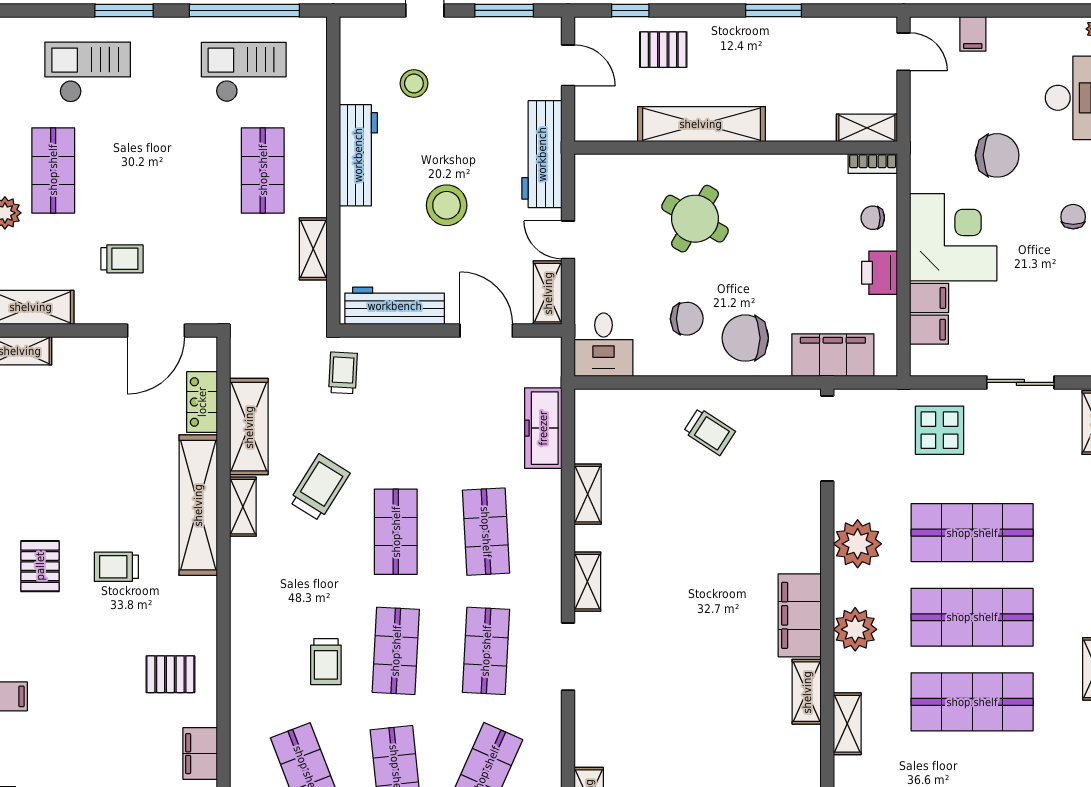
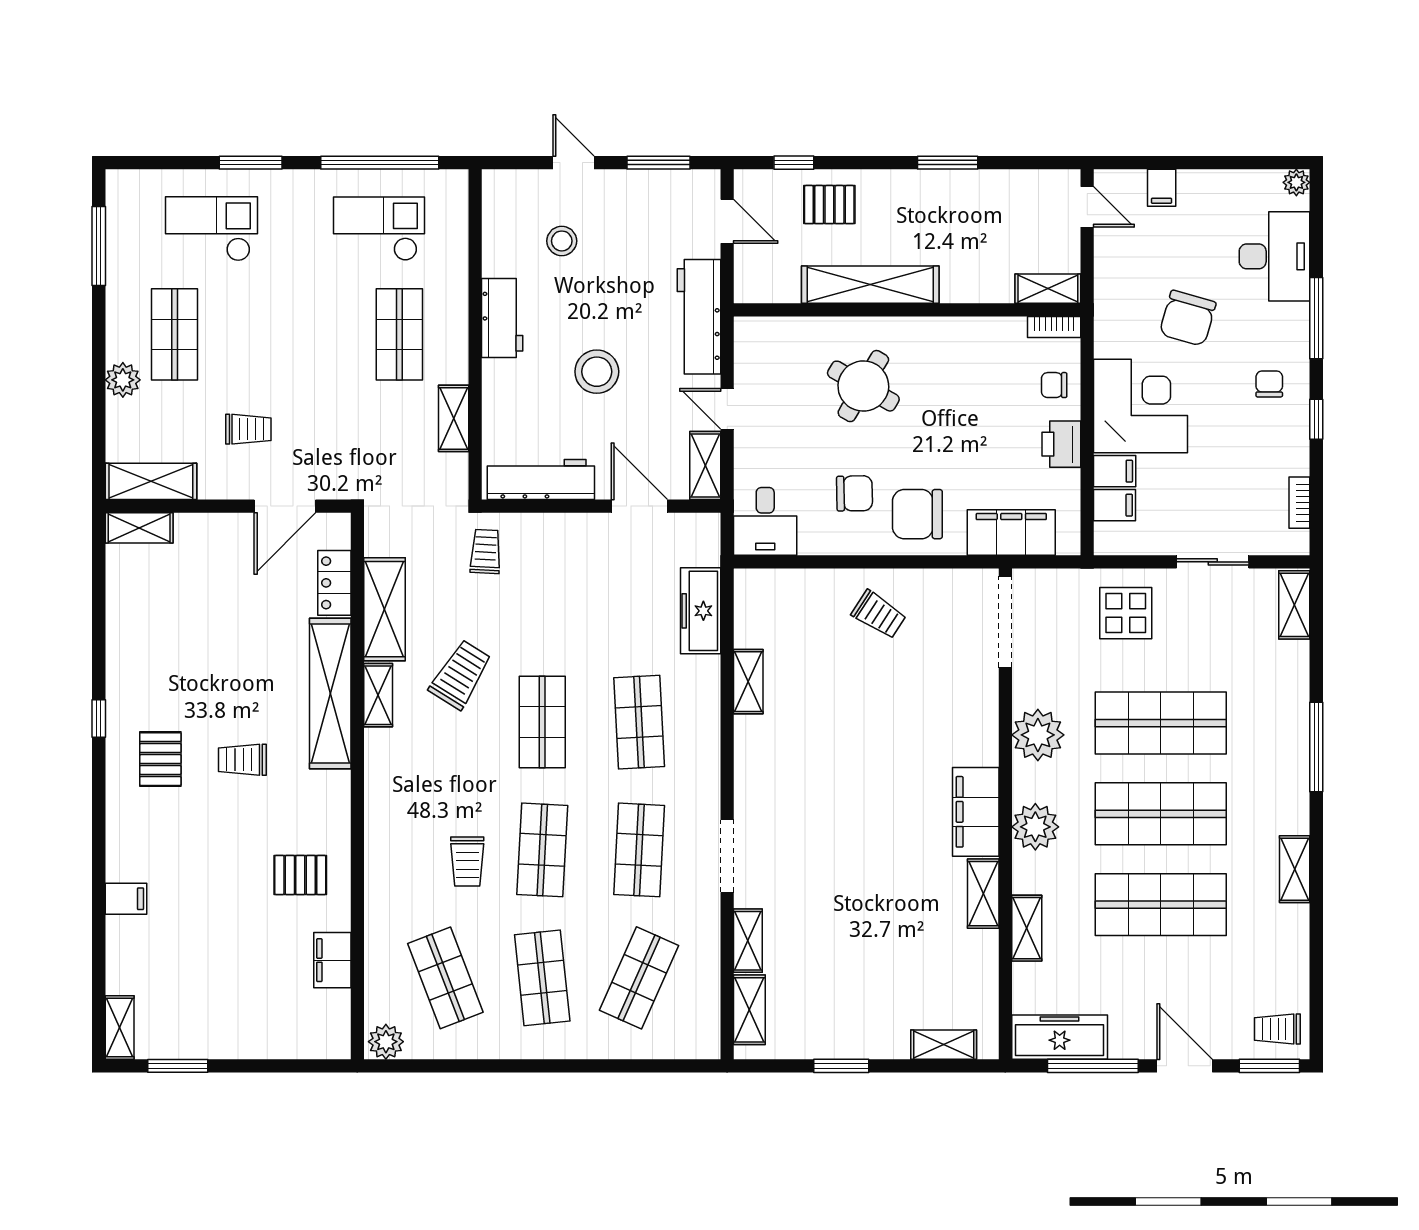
workbench: (358, 155) -> (502, 318), width x0.73
chair: (997, 155) -> (1188, 318), turned 106
shelving: (587, 582) -> (748, 941), moved

